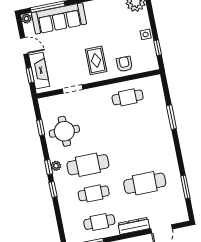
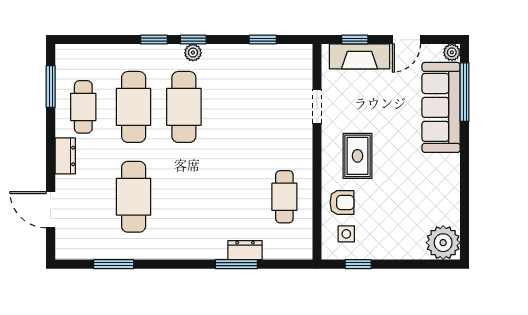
side table: (146, 34) -> (346, 234), moved
rug: (96, 60) -> (357, 156), turned 90
dresser: (162, 114) -> (245, 250), added
round table: (64, 131) -> (249, 78), removed
cafe table: (94, 193) -> (134, 107), width x1.37, depth x1.35
dresser: (134, 226) -> (65, 156), width x0.70

